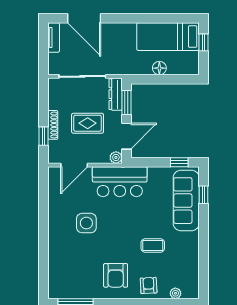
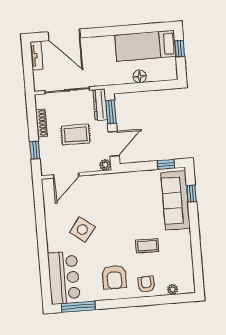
shoe rack: (53, 125) -> (41, 123), moved
bar counter: (120, 182) -> (64, 278), moved, turned -90
side table: (86, 223) -> (82, 230), turned 37

